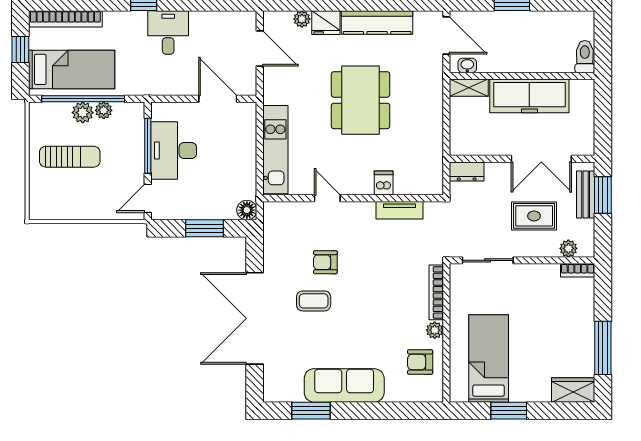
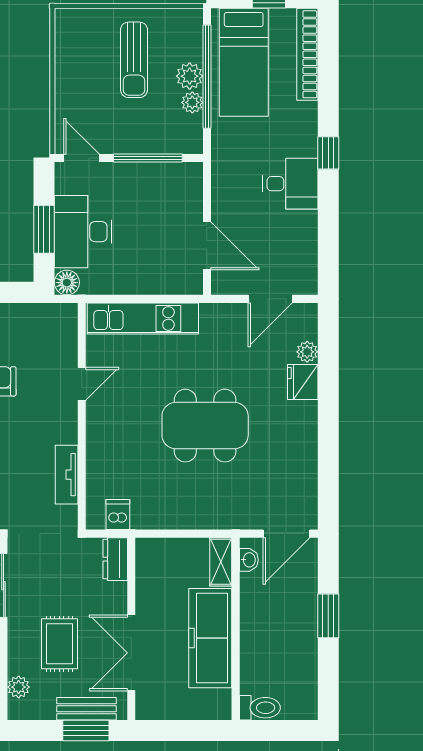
kitchen counter: (377, 22) -> (303, 446), removed
door: (218, 99) -> (207, 246), hinge flipped
desk: (174, 151) -> (83, 232), moved, turned -90
dishwasher: (384, 183) -> (118, 514), moved, turned -90

